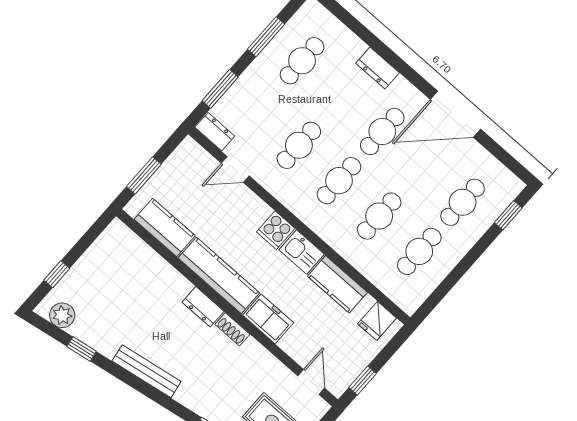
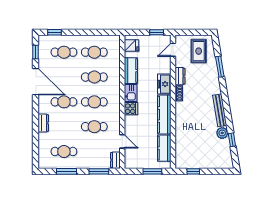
window: (504, 157) -> (35, 52), added
window: (57, 274) -> (193, 171), moved
dresser: (203, 307) -> (180, 76), moved
plant: (62, 315) -> (222, 133), moved

